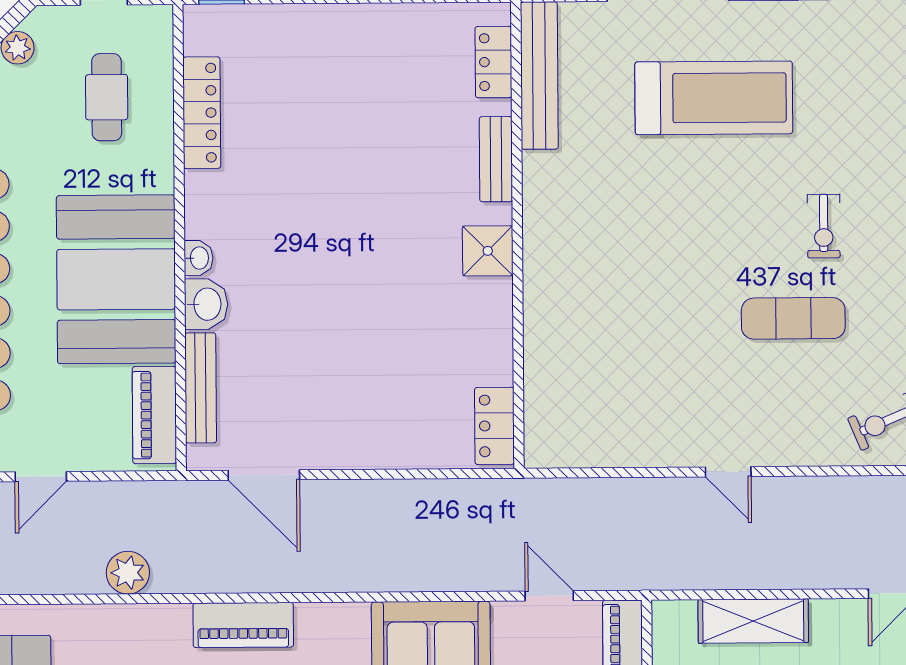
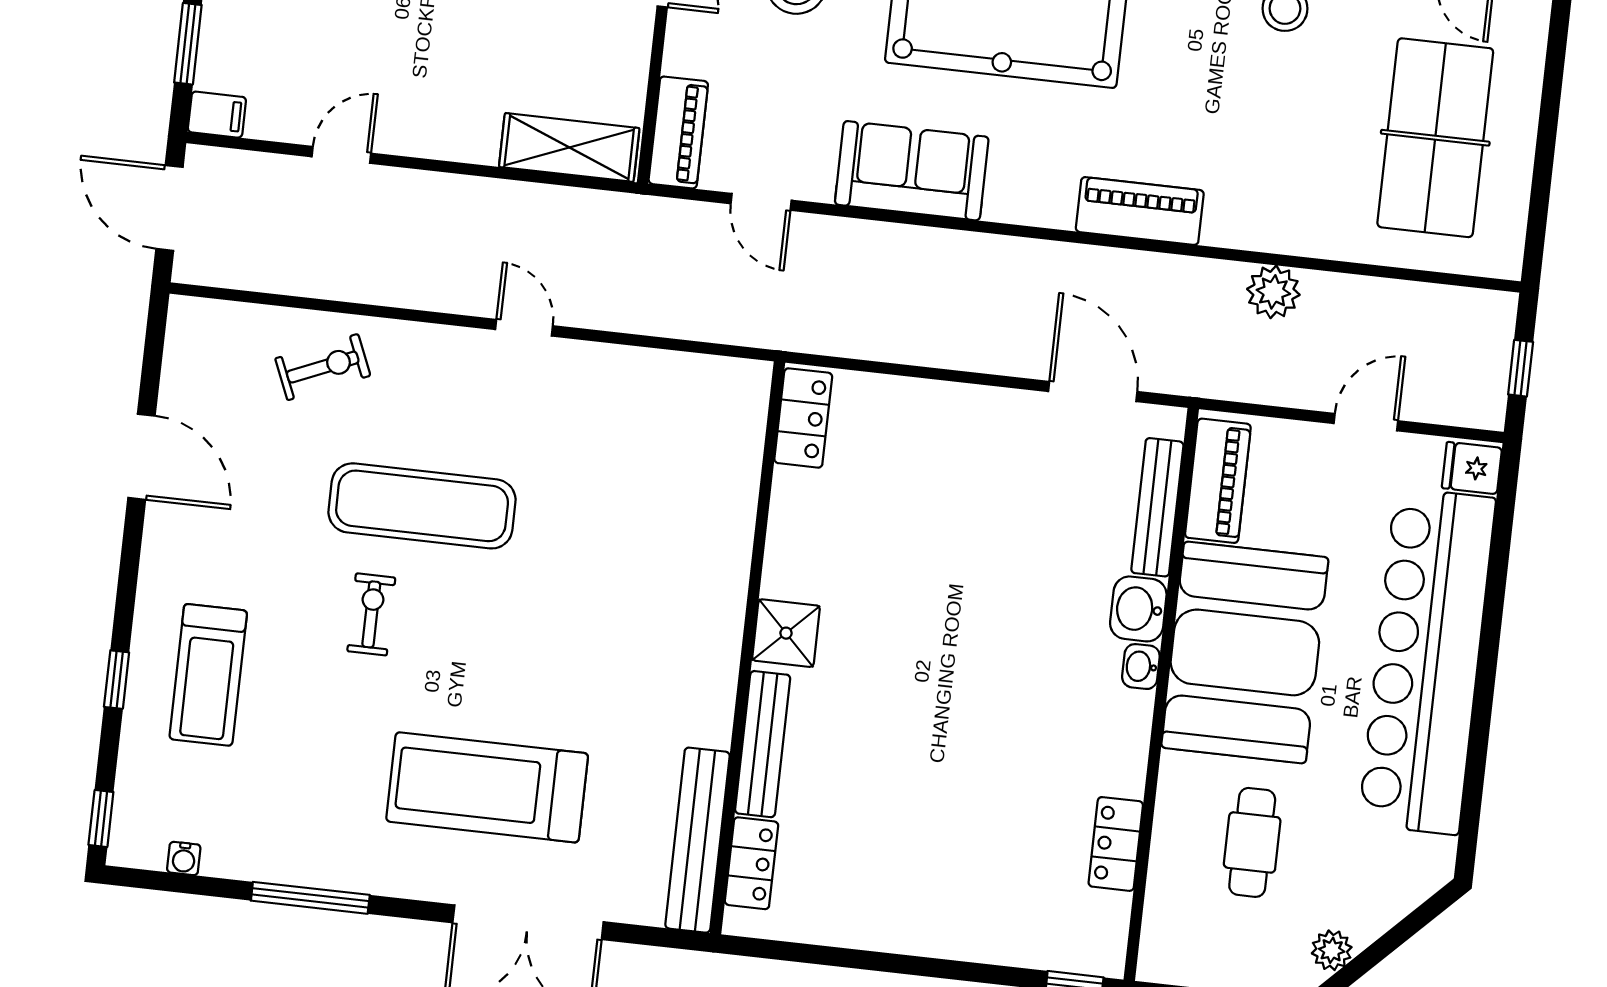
cafe table: (107, 97) -> (1252, 842), moved
locker: (202, 113) -> (1116, 844), width x0.66
bench: (496, 159) -> (763, 744), width x1.36
exercise mat: (793, 318) -> (422, 506), width x1.36, depth x1.45
shelving: (753, 621) -> (569, 147), moved

